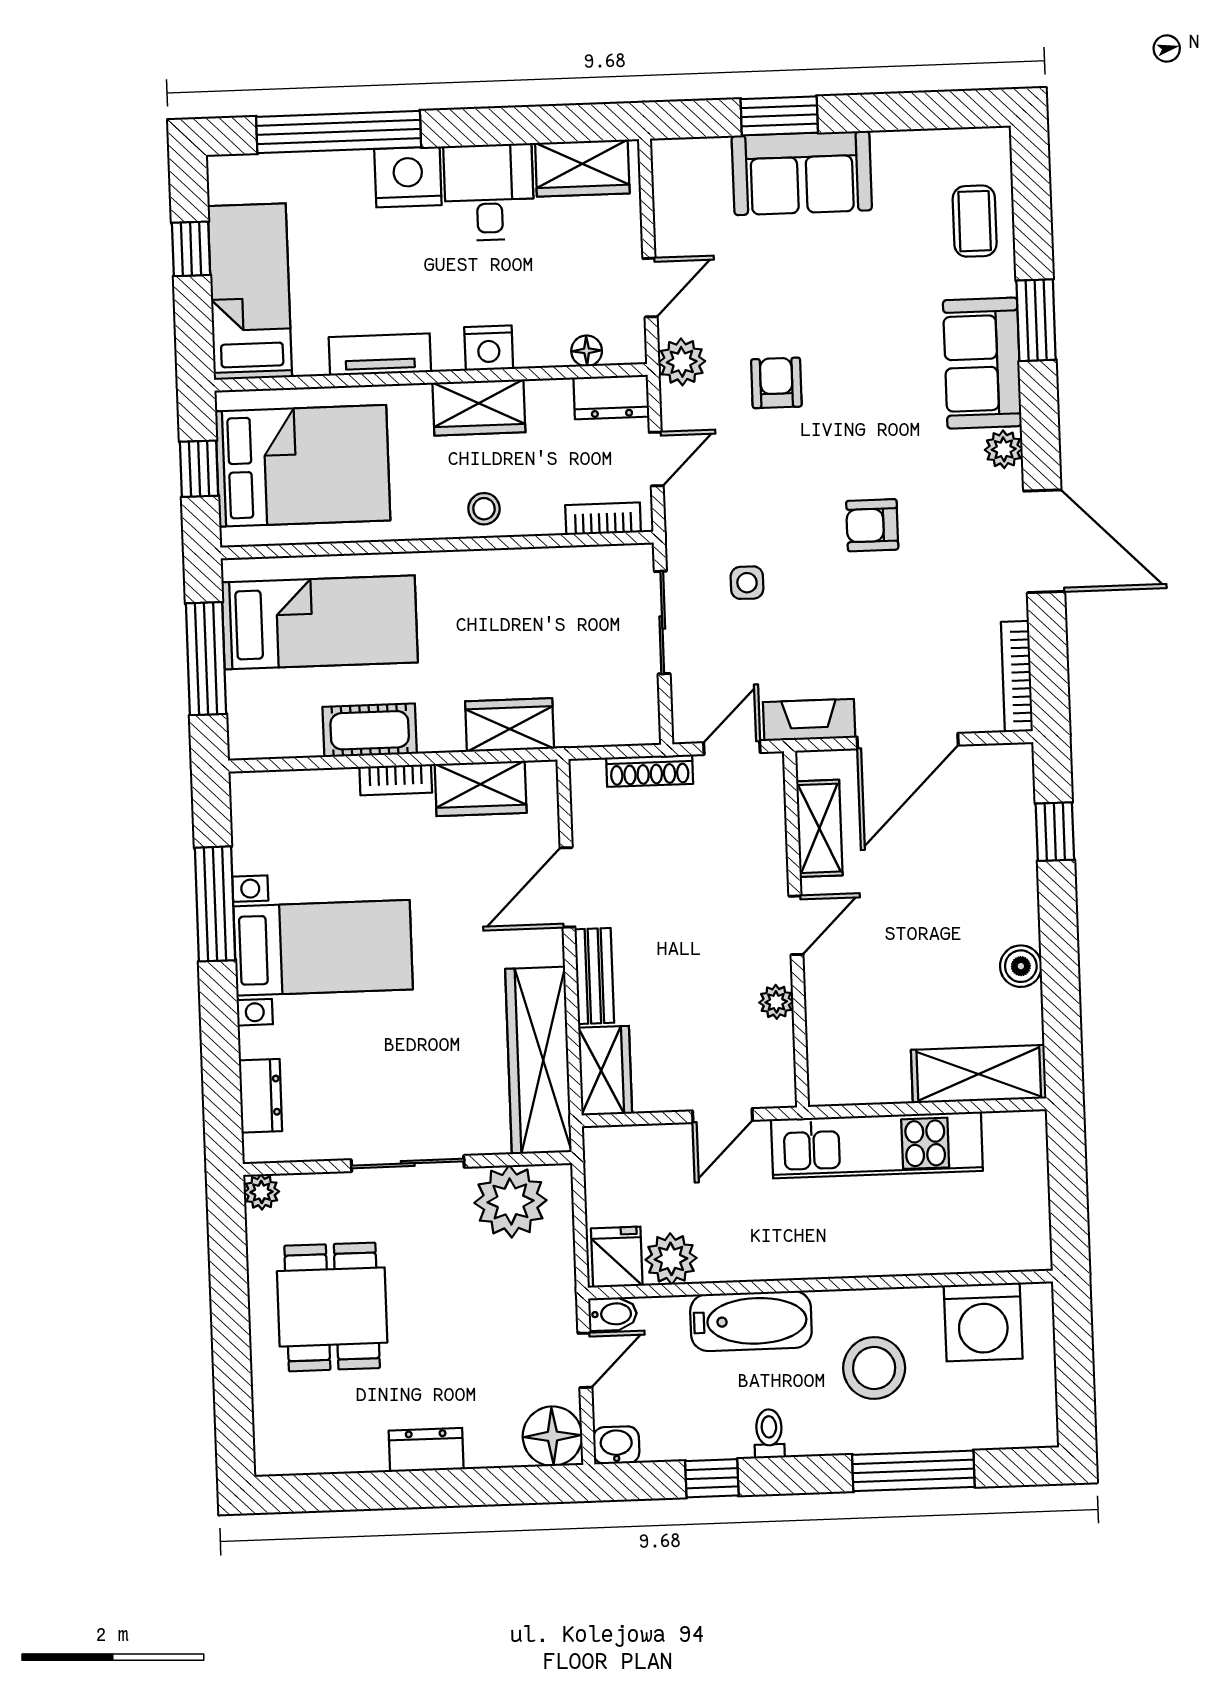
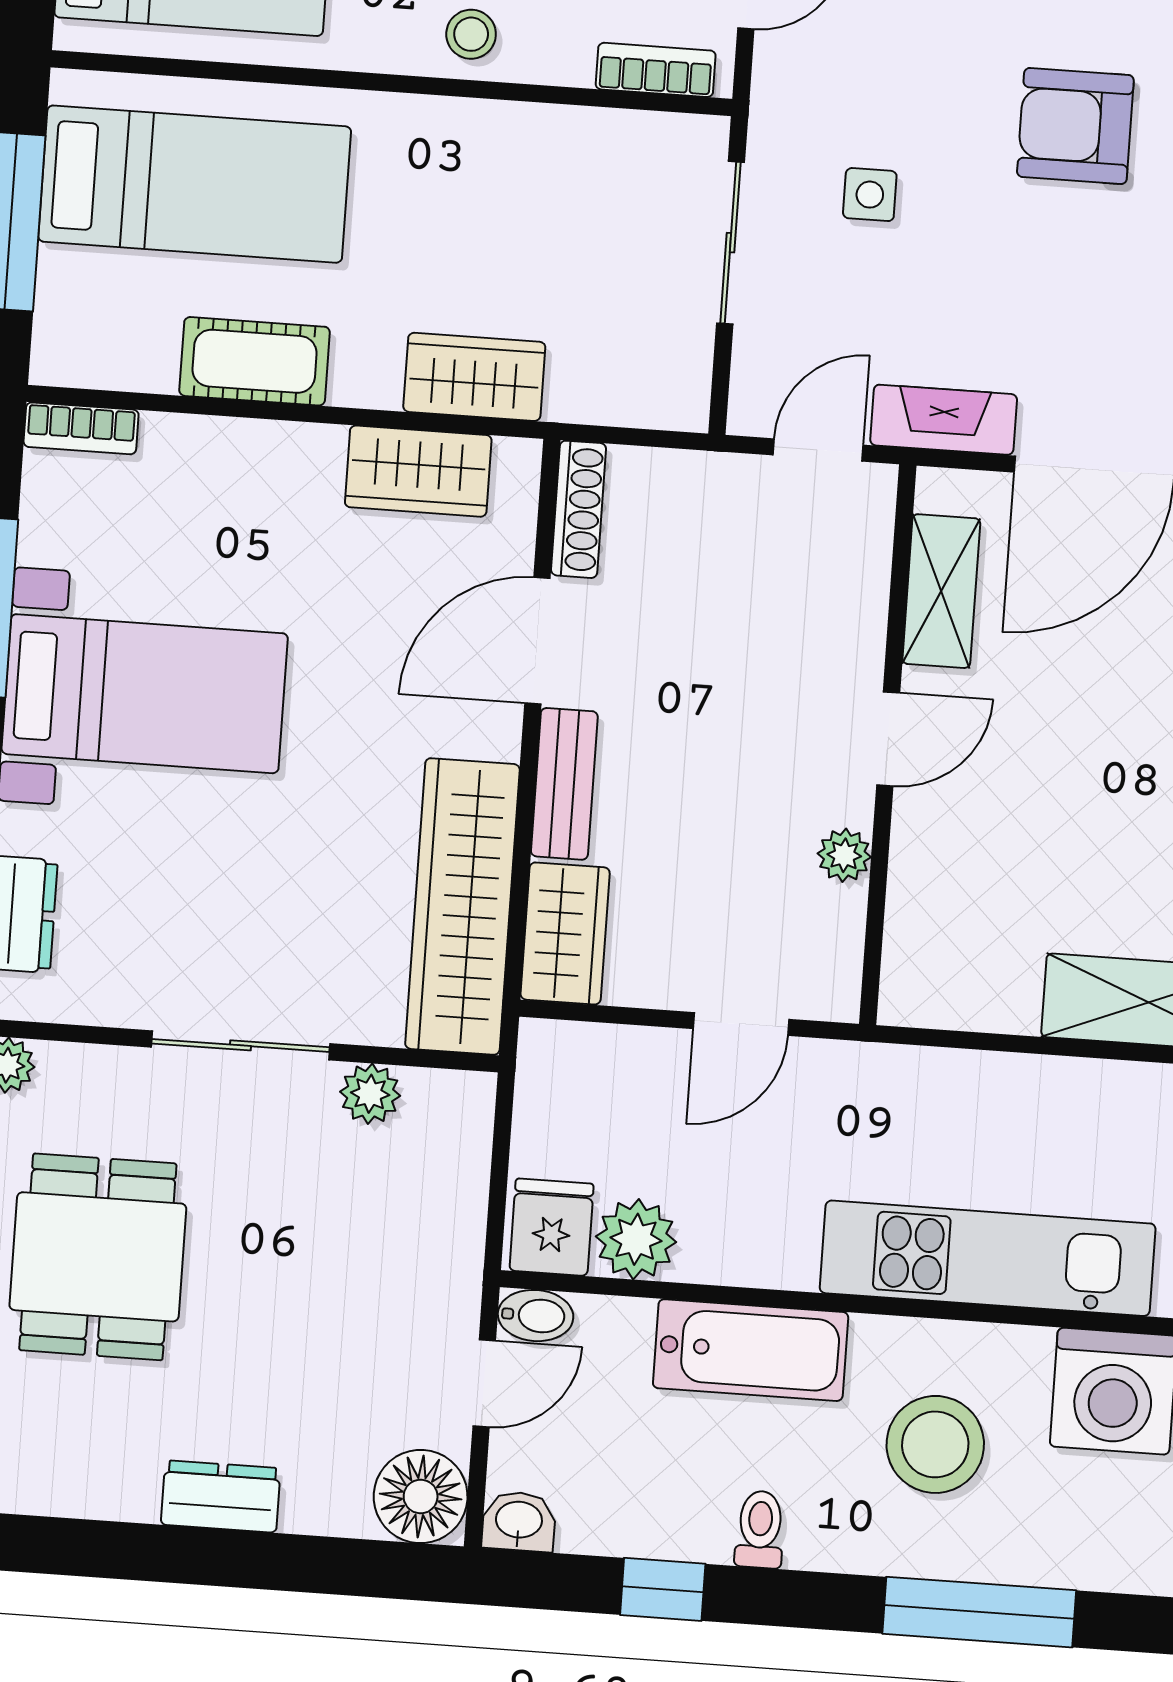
armchair: (872, 525) -> (1075, 126), width x1.38, depth x1.38
shoe rack: (650, 771) -> (579, 509), moved, turned -90
bookcase: (396, 780) -> (81, 428), moved
kitchen unit: (877, 1145) -> (988, 1258), moved, turned 180
plant: (510, 1201) -> (370, 1094), width x0.53, depth x0.53

